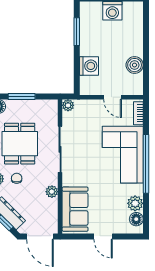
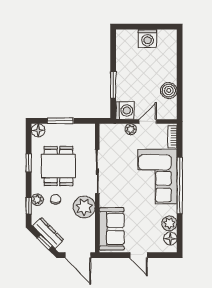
window: (77, 32) -> (113, 85), moved
washing machine: (89, 66) -> (125, 110), moved
door: (113, 97) -> (148, 122), swing flipped
plant: (68, 105) -> (131, 129), moved
plant: (52, 192) -> (84, 207), width x1.88, depth x1.88

